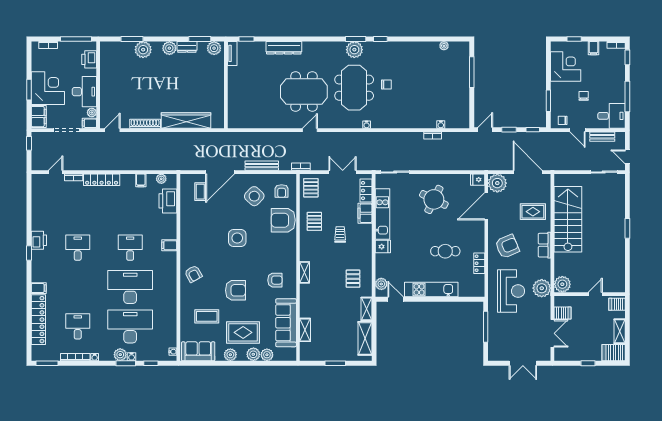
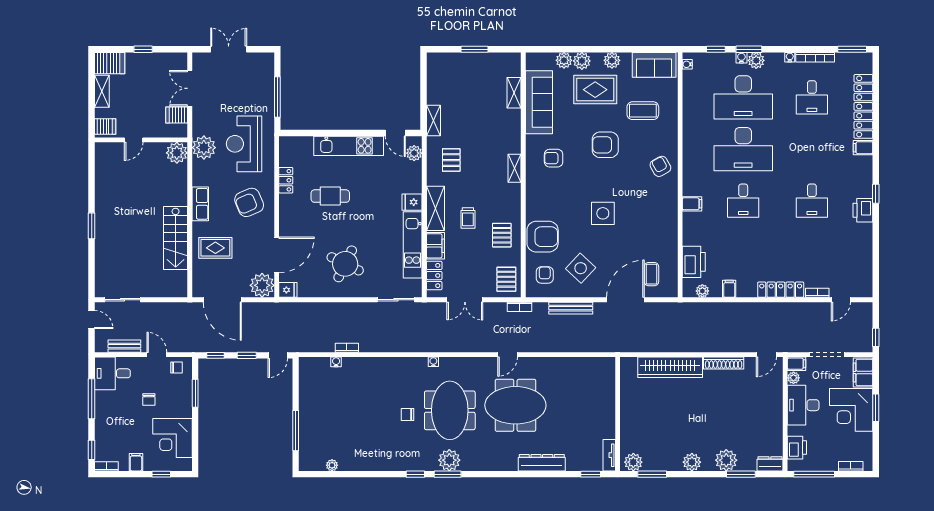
dresser: (187, 47) -> (770, 464), moved
stairs: (568, 219) -> (176, 238), width x0.73, depth x0.66
shelving: (365, 338) -> (435, 208), moved

